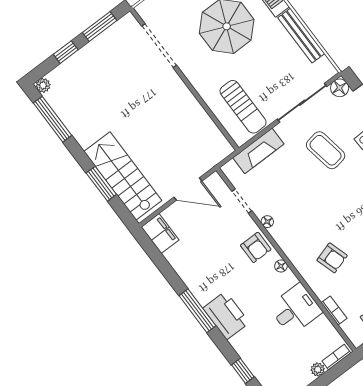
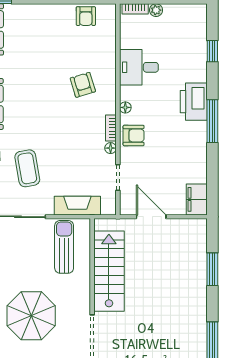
stairs: (123, 176) -> (109, 271), moved, turned 180
armchair: (256, 247) -> (134, 135), turned 90
bookcase: (334, 311) -> (111, 128), moved

